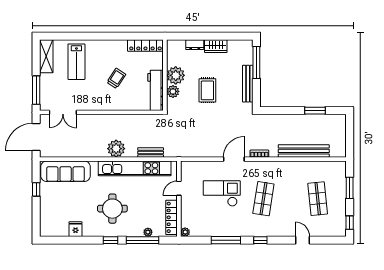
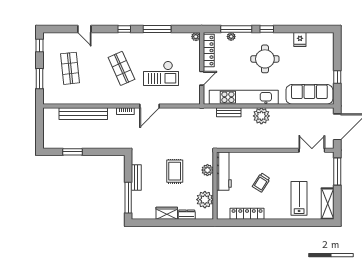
locker: (145, 45) -> (247, 214), moved
plant: (176, 75) -> (205, 200), moved
bench: (248, 84) -> (136, 178), width x0.73
shop shelf: (263, 199) -> (121, 68), turned -33

